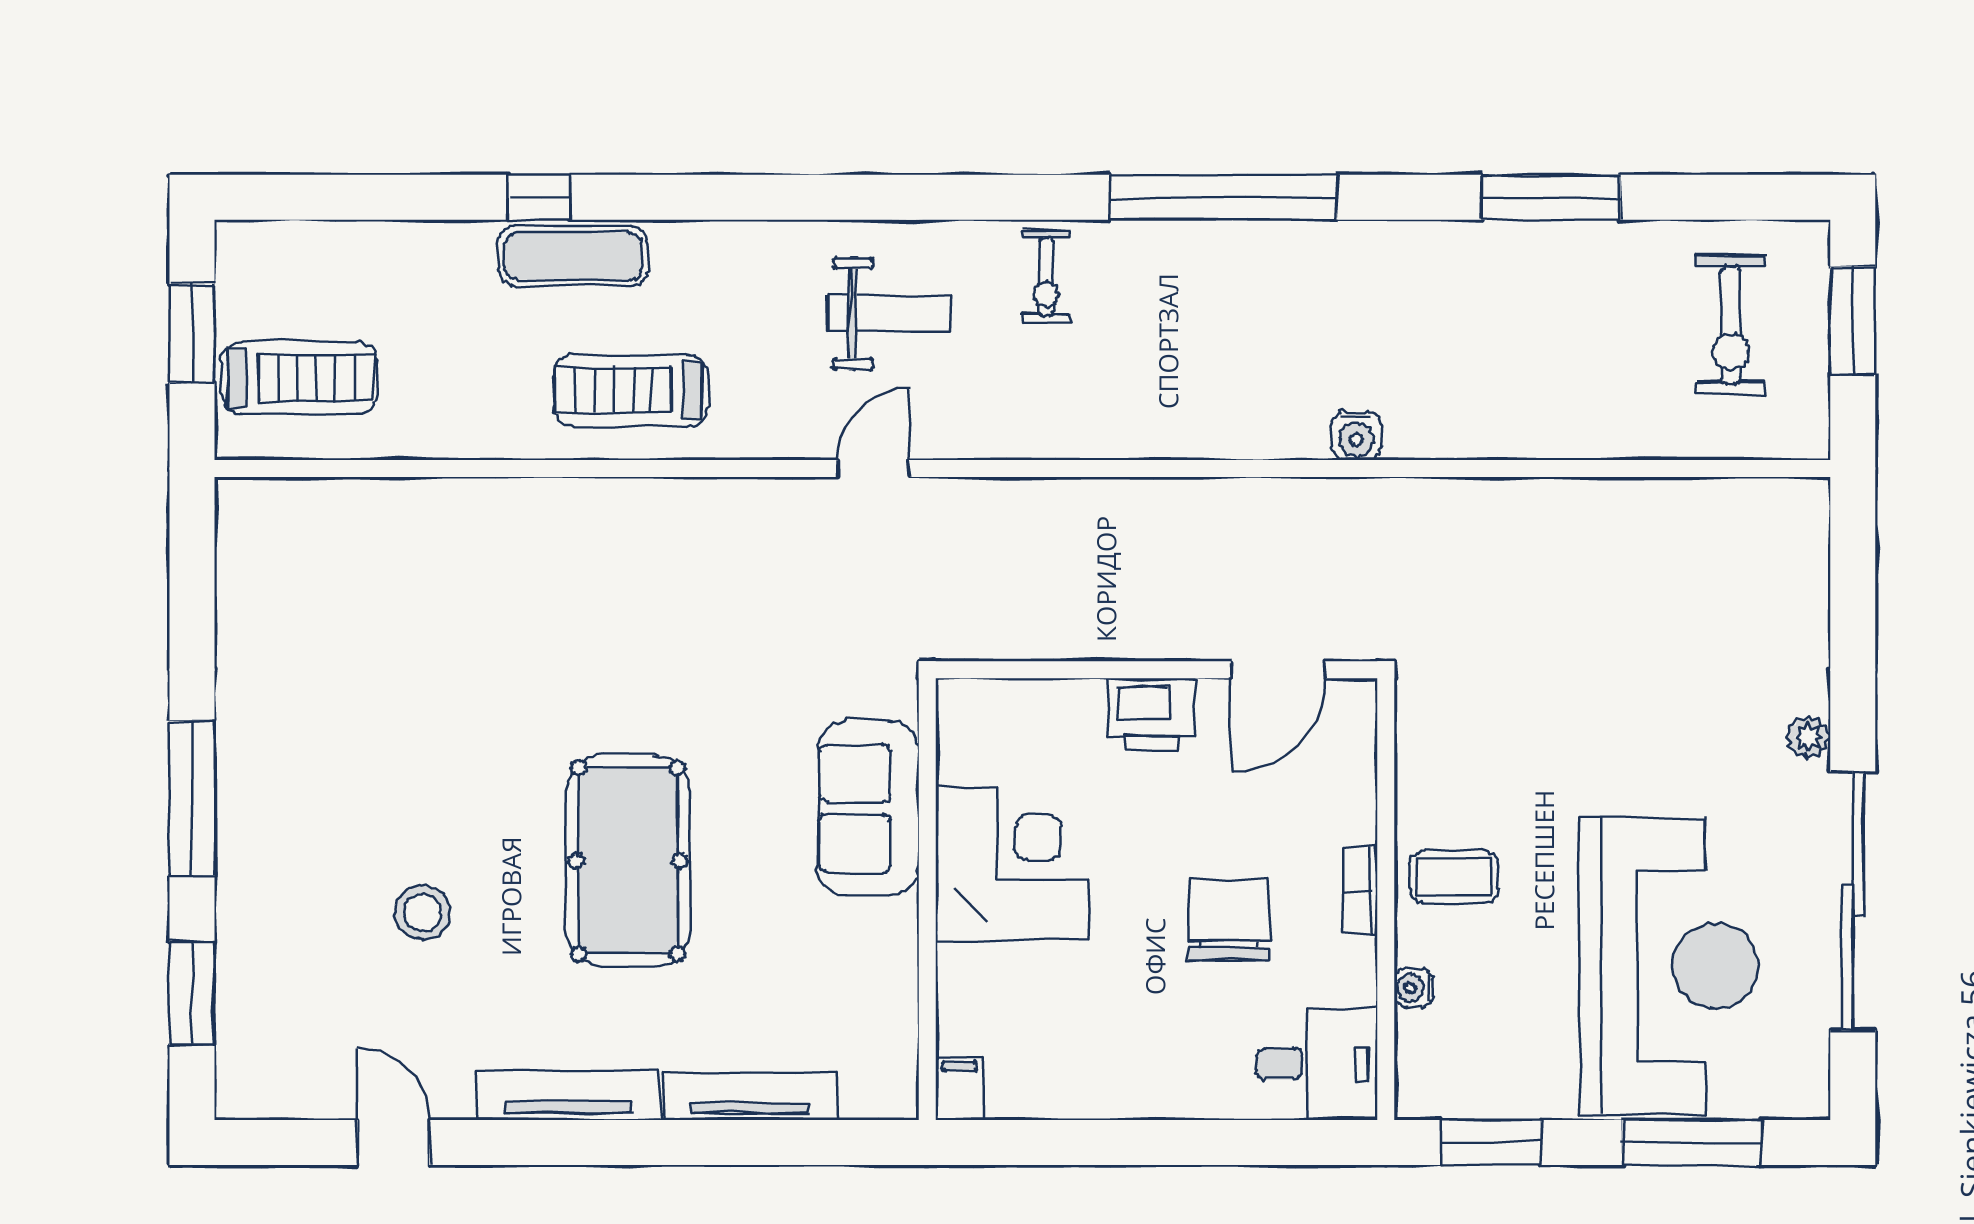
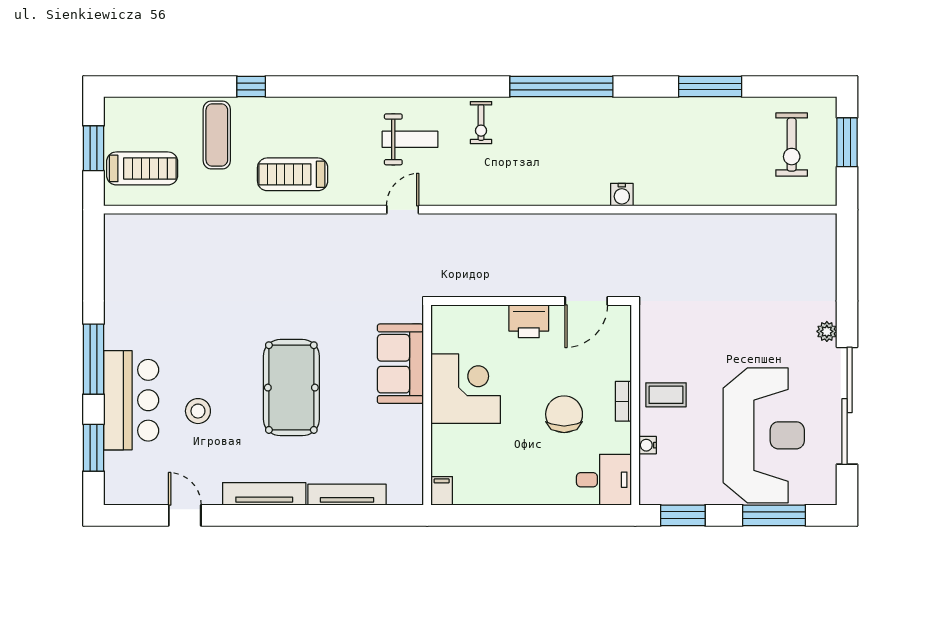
exercise mat: (573, 256) -> (217, 135), moved, turned 90
bar counter: (275, 889) -> (131, 400), added

